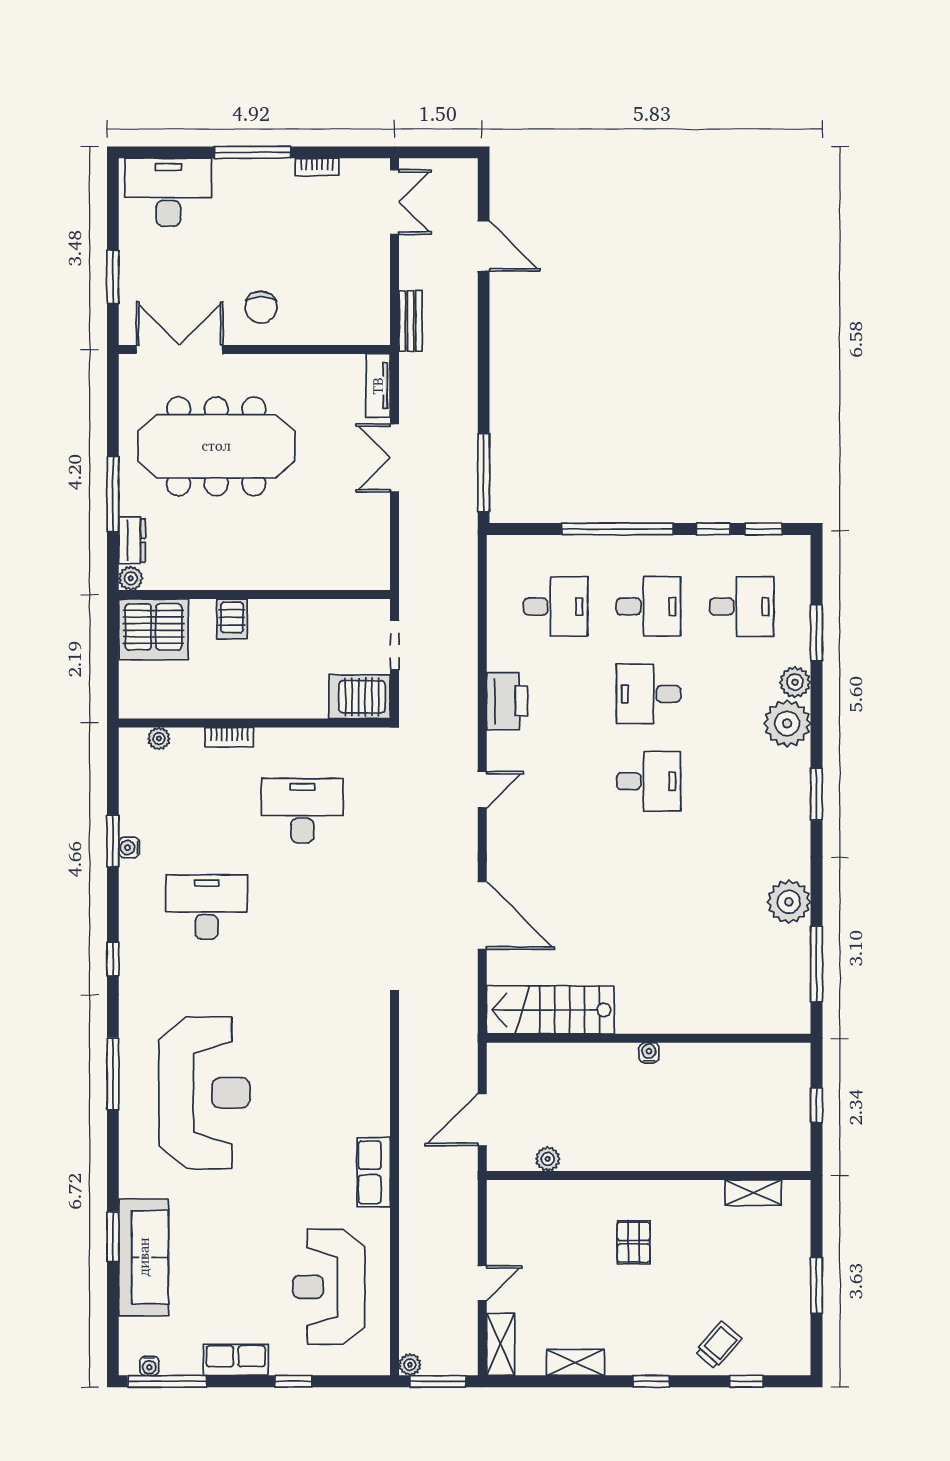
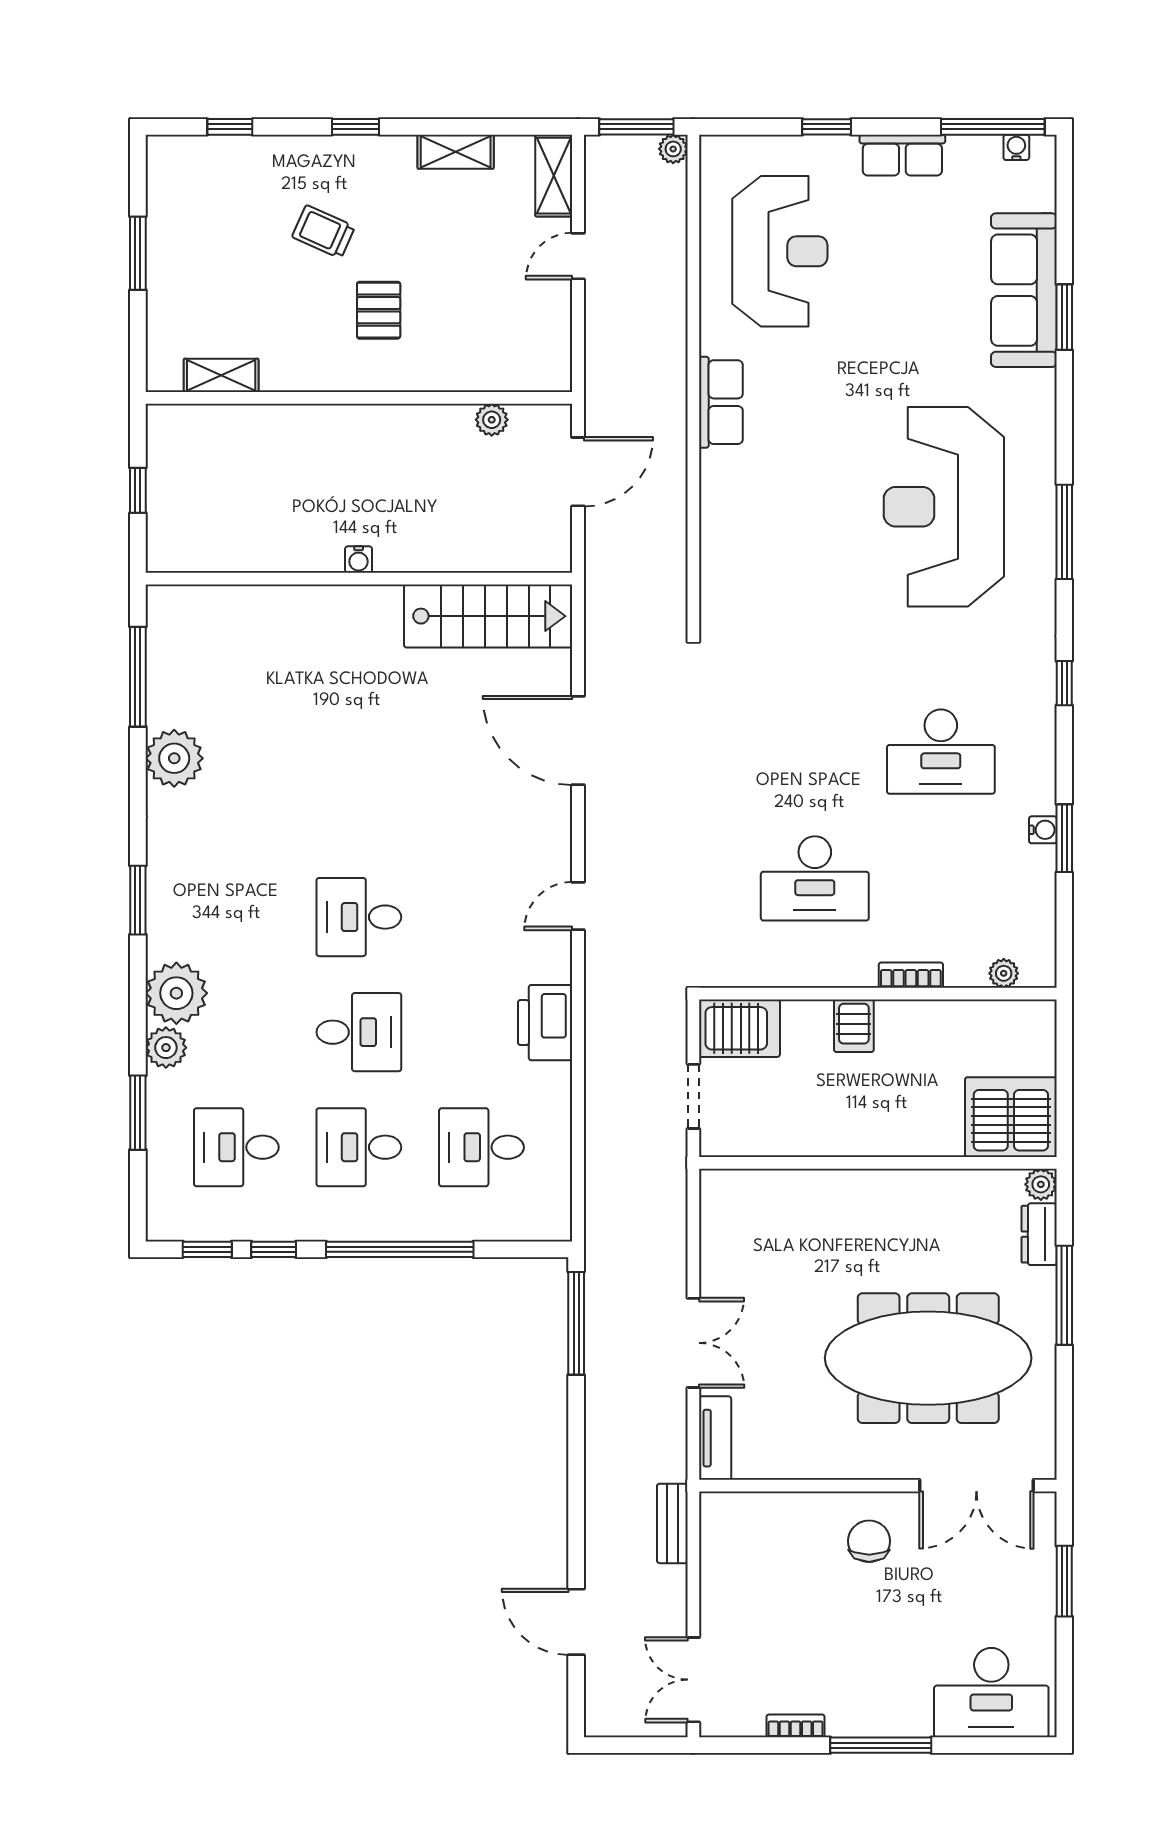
server rack: (232, 619) -> (854, 1026), moved, turned 180
trolley: (719, 1345) -> (323, 232), moved, turned 73

